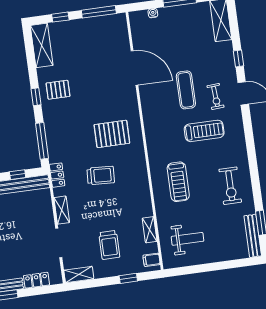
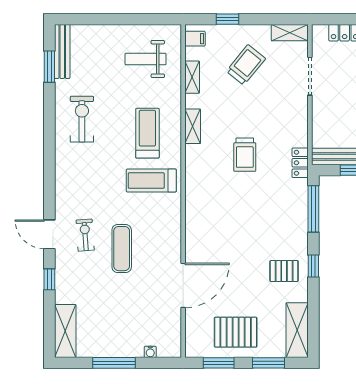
window: (99, 12) -> (219, 363), width x0.69
window: (60, 17) -> (268, 363), width x1.50
door: (135, 68) -> (183, 285), swing flipped
treadmill: (204, 131) -> (151, 181), moved
pallet: (112, 134) -> (236, 332), moved
trolley: (101, 175) -> (245, 155), turned -93
shelving: (62, 210) -> (193, 126), moved
trolley: (109, 245) -> (246, 65), turned 39

